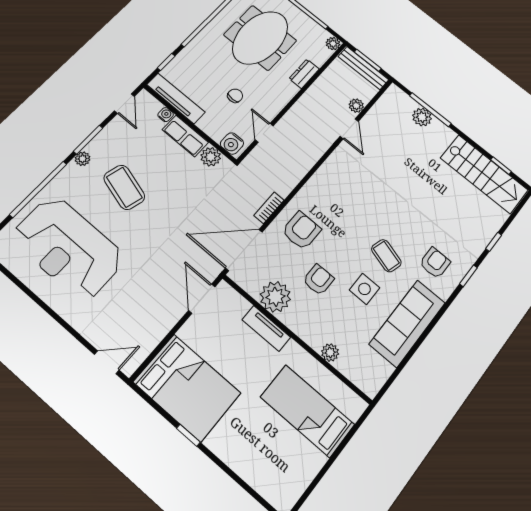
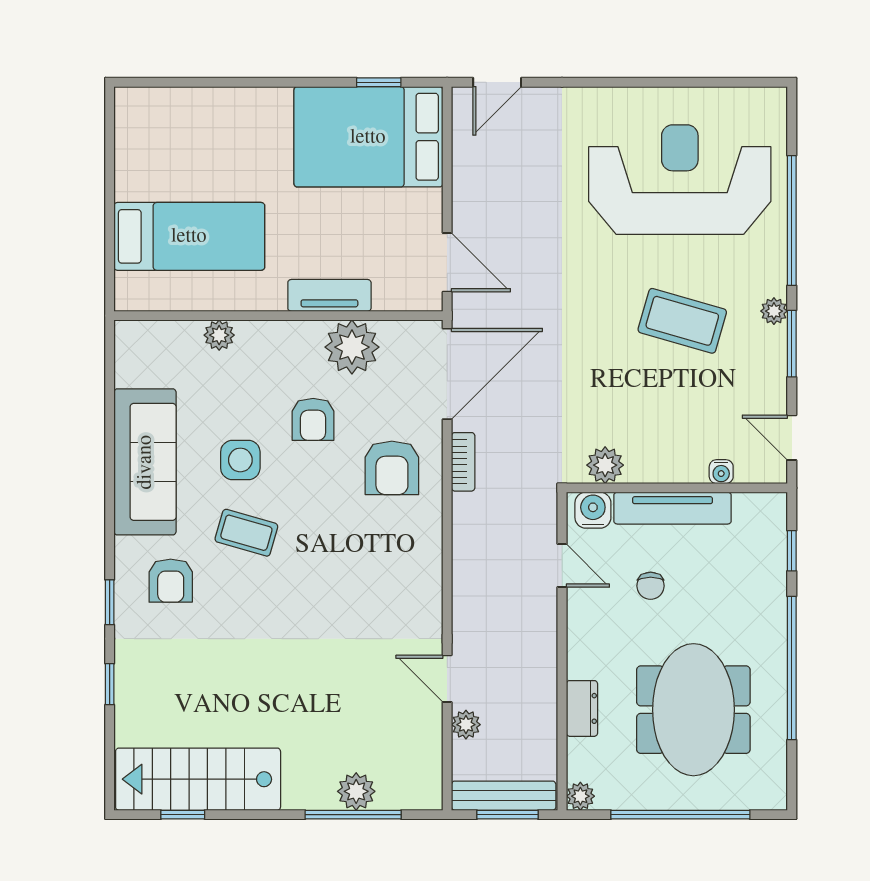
tv unit: (176, 98) -> (672, 508), moved
row of seats: (185, 136) -> (666, 464), removed
window: (188, 435) -> (379, 82), moved

